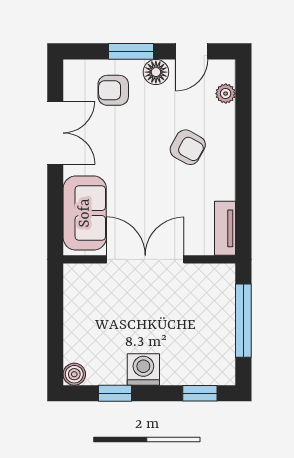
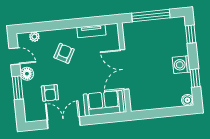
armchair: (113, 90) -> (50, 93), moved
tv unit: (225, 228) -> (91, 31), moved

